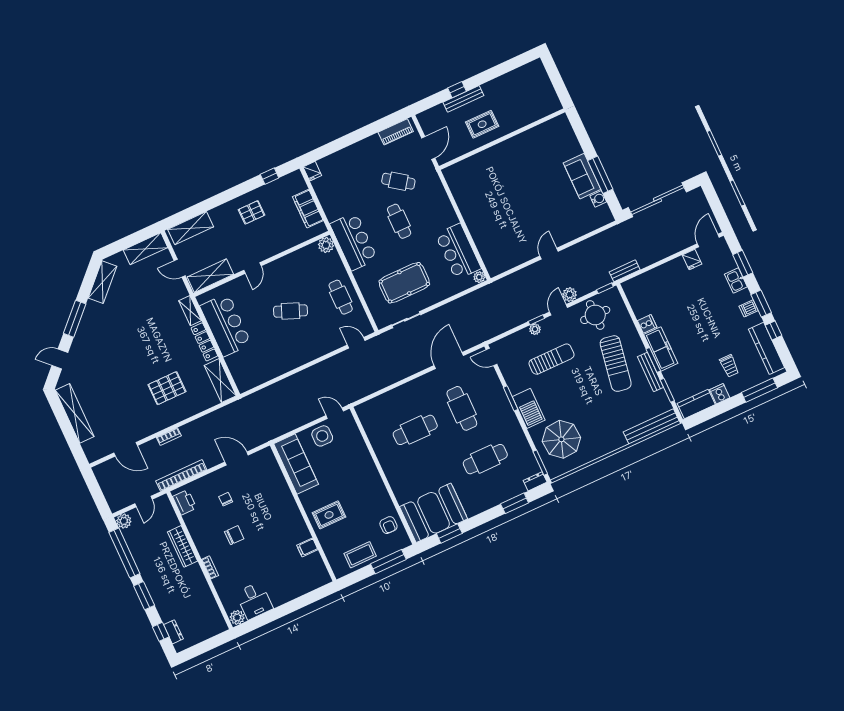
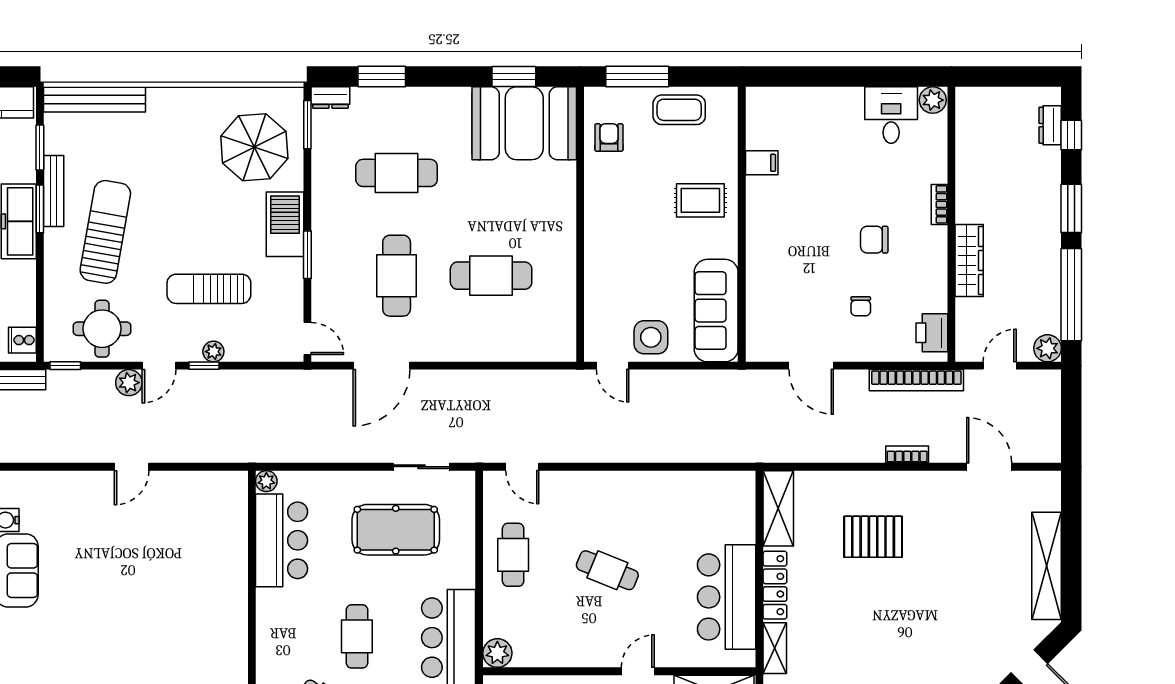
cooker: (647, 324) -> (22, 340), moved

